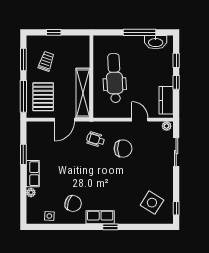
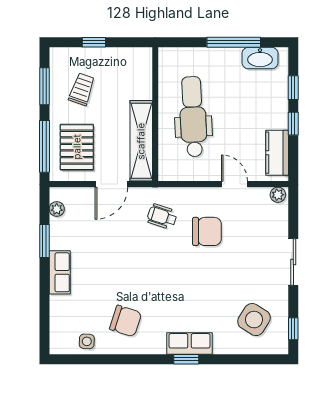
sliding door: (176, 152) -> (293, 262), moved
plant: (31, 193) -> (57, 209), moved
row of seats: (100, 217) -> (190, 343), moved

